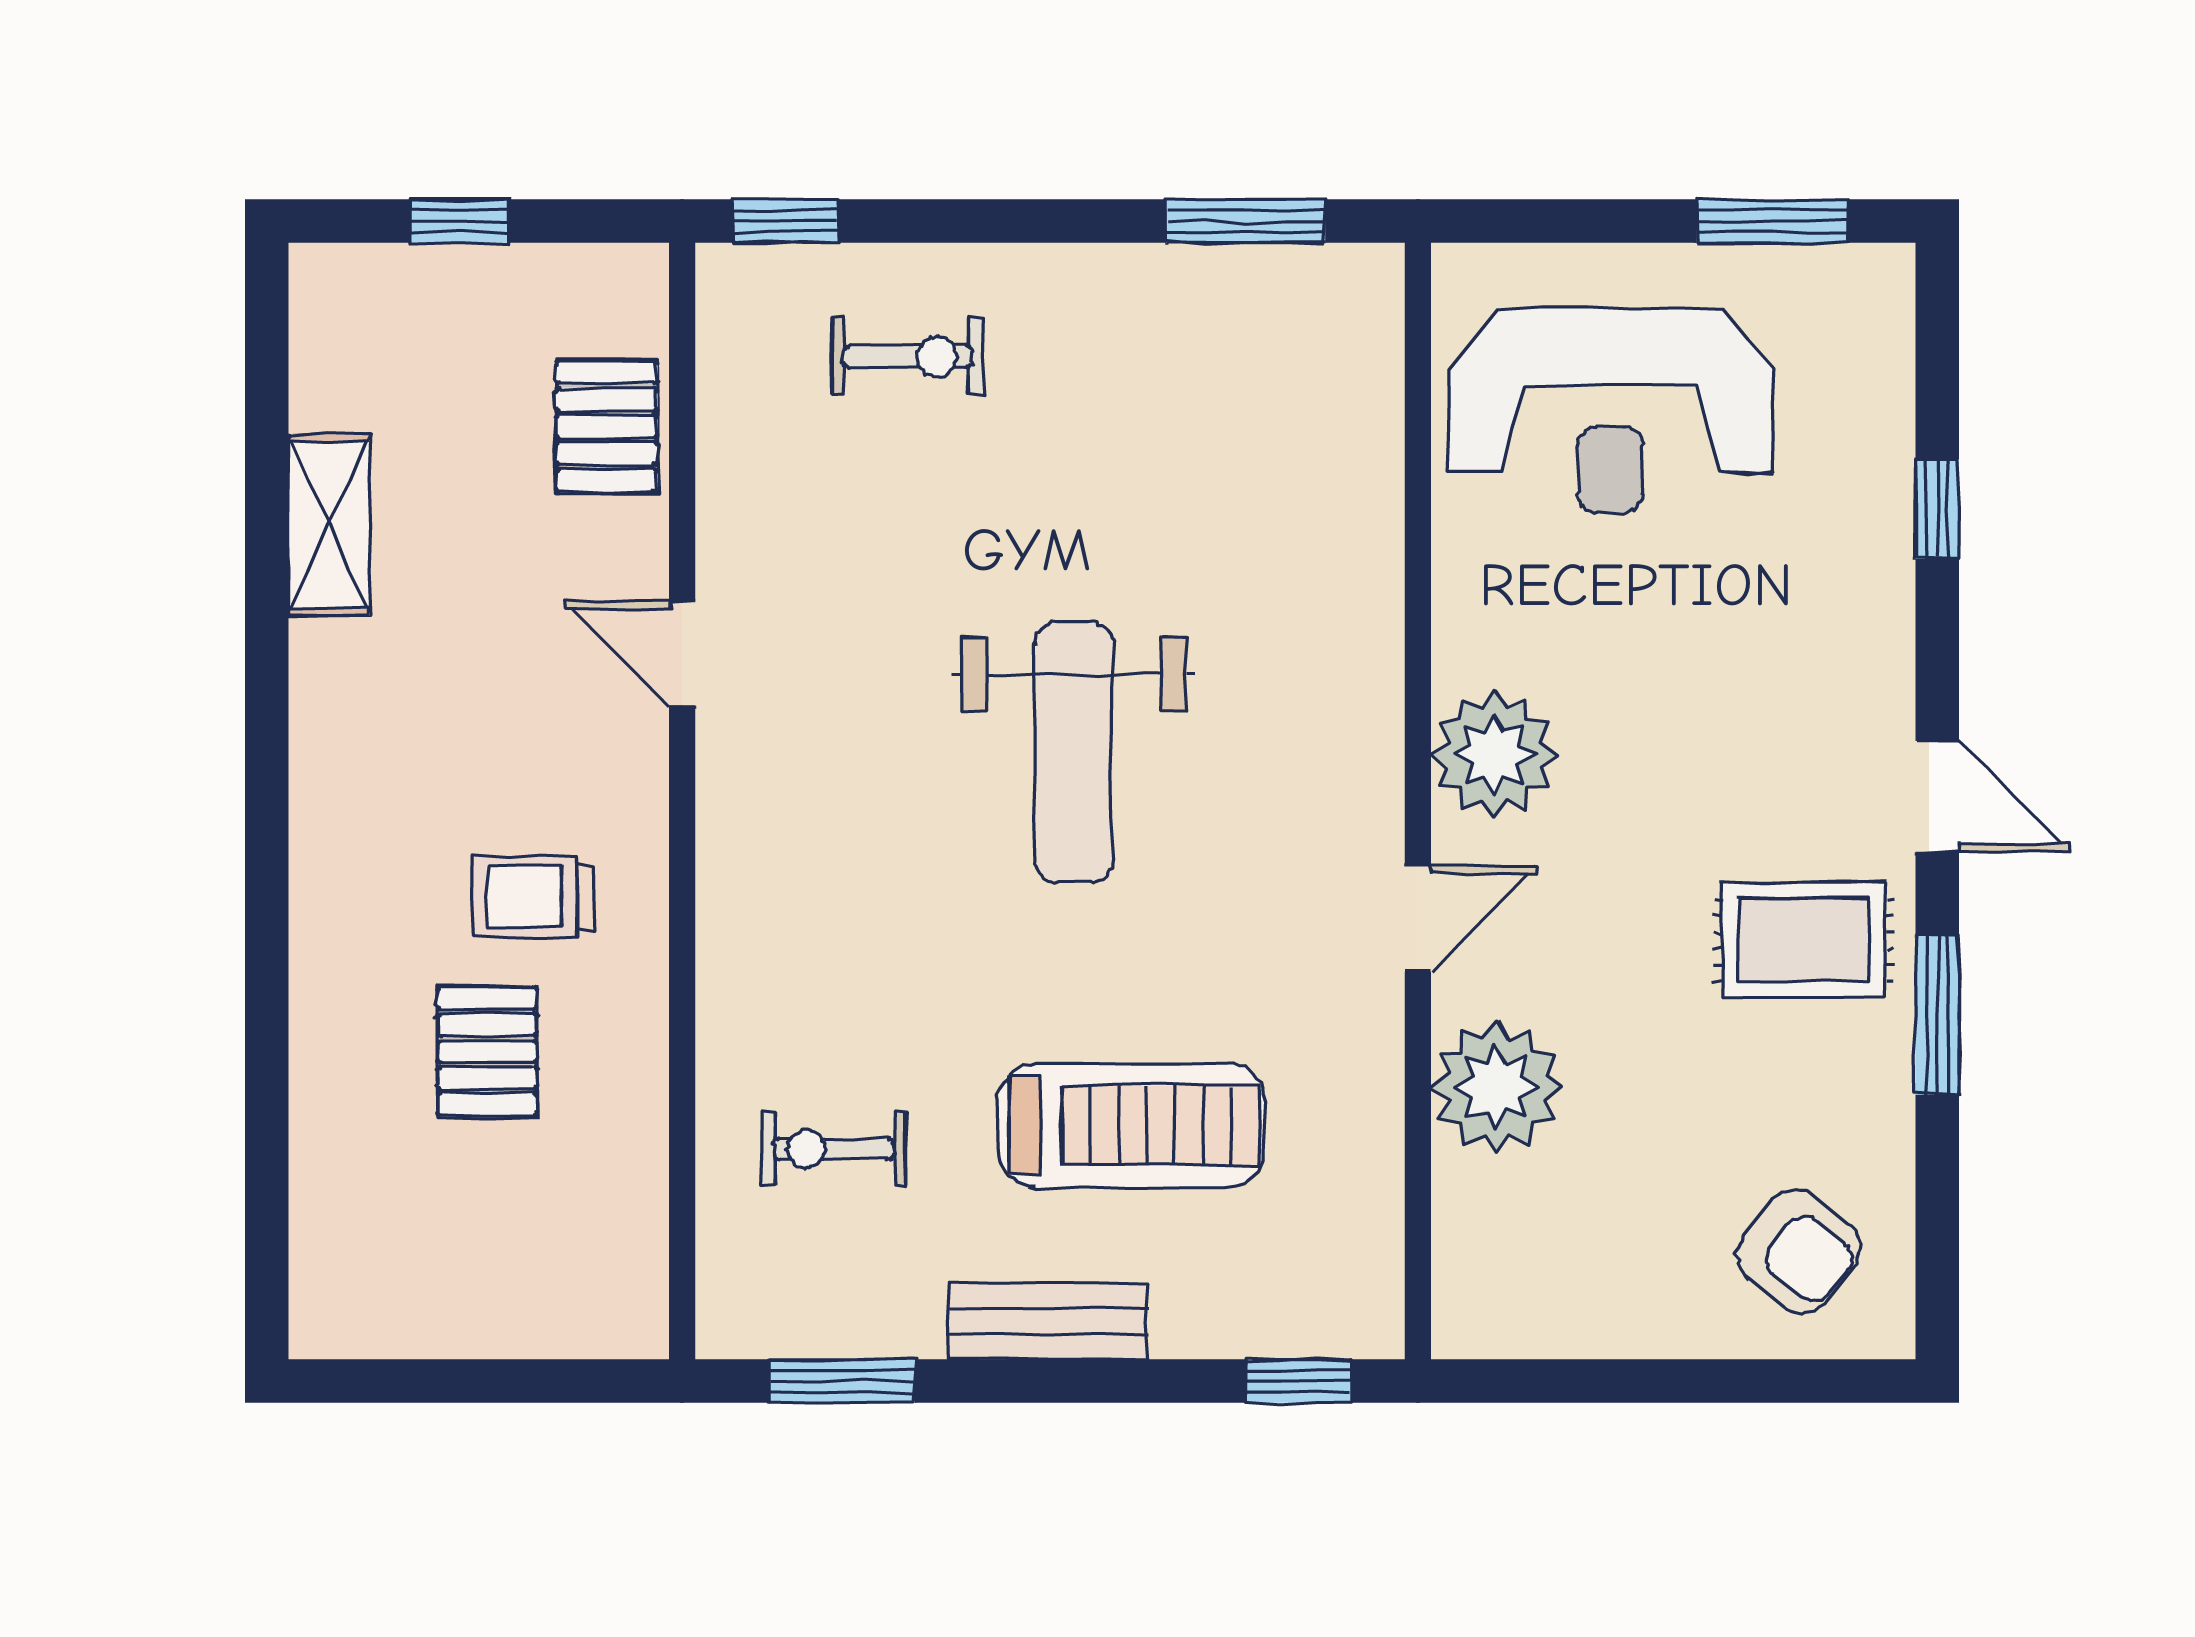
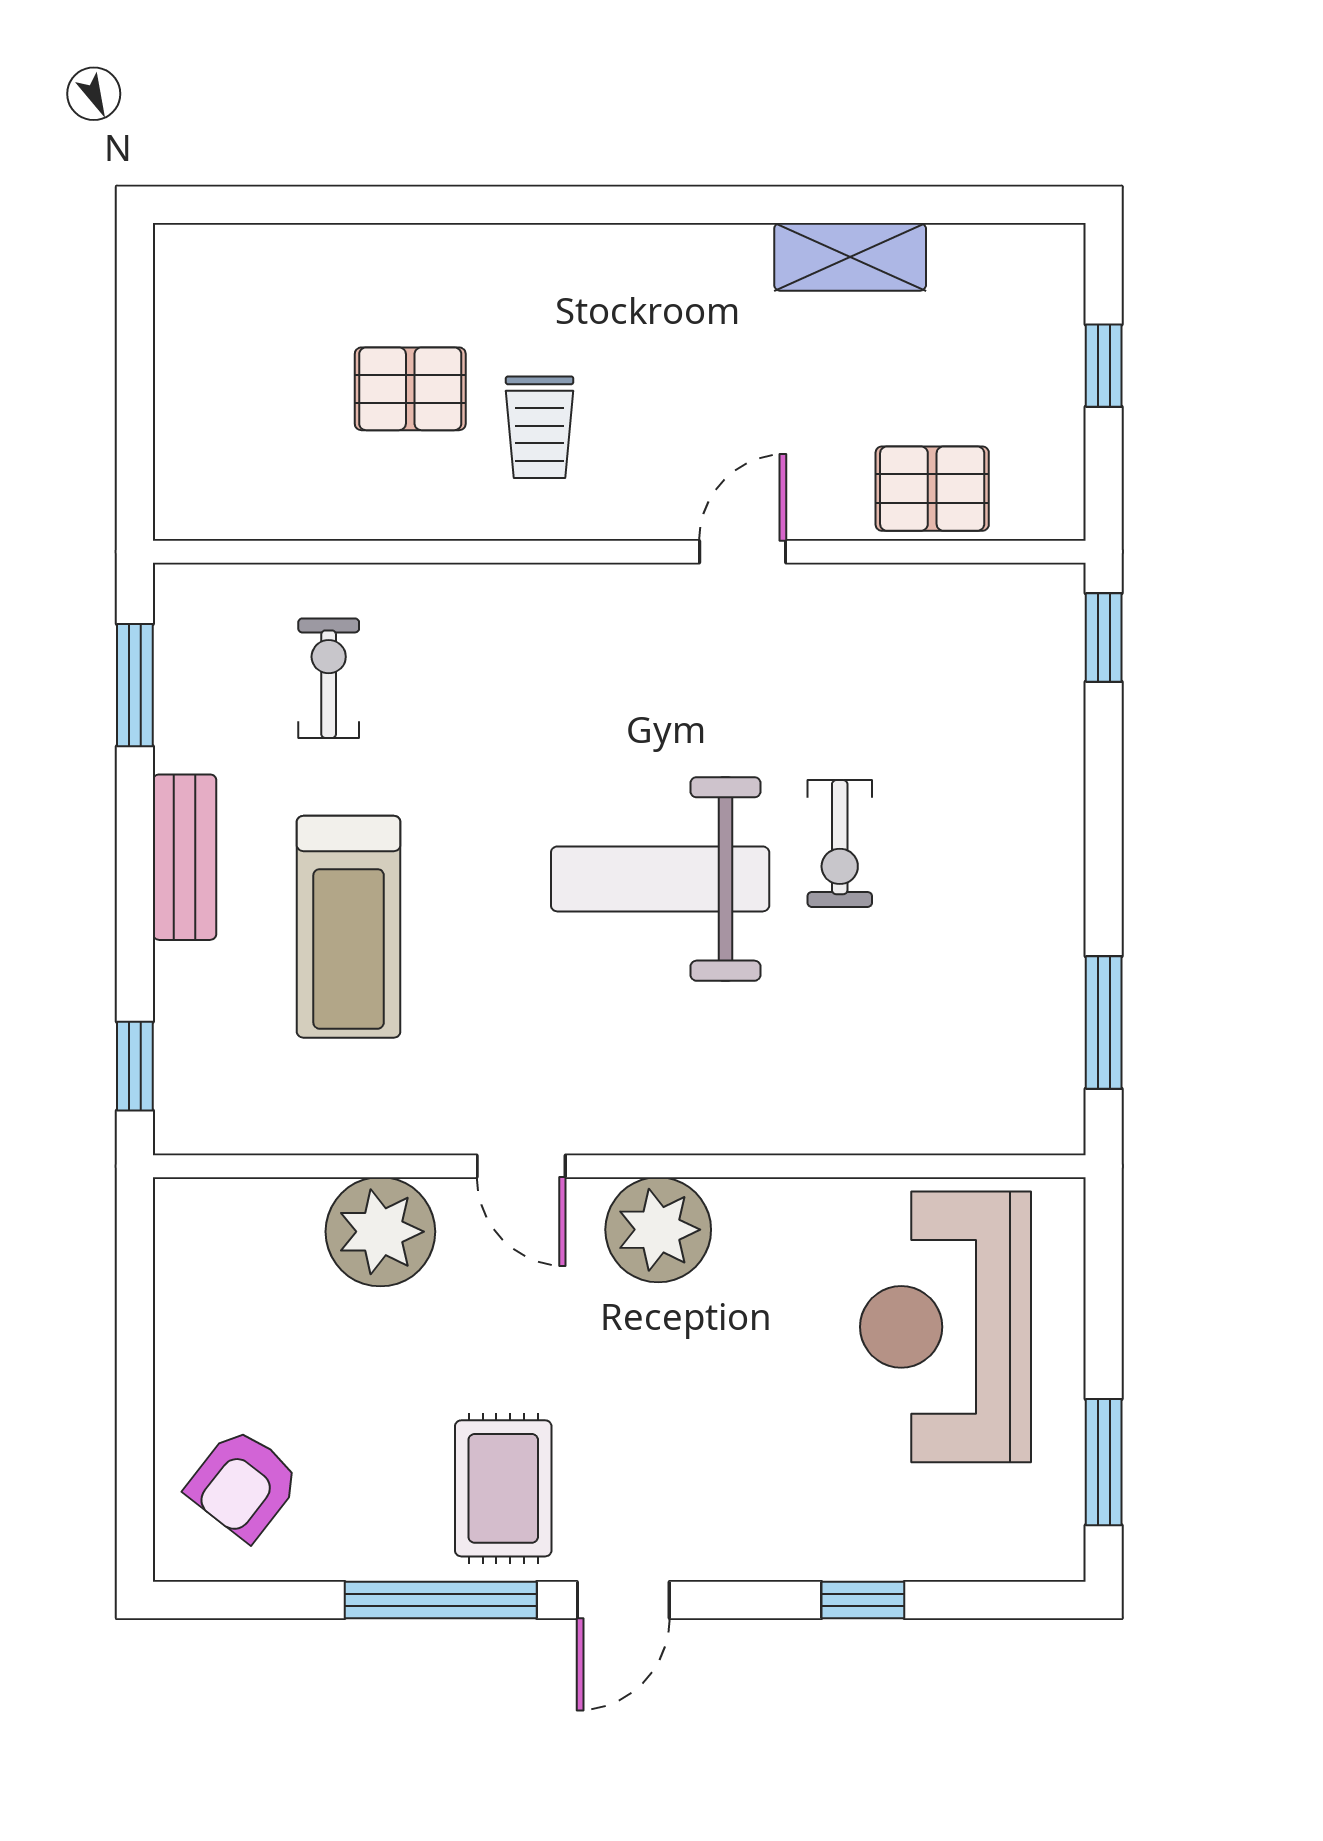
exercise bike: (908, 357) -> (840, 844), moved
trolley: (533, 896) -> (540, 427), turned 180
window: (1937, 1015) -> (441, 1600), width x1.44

